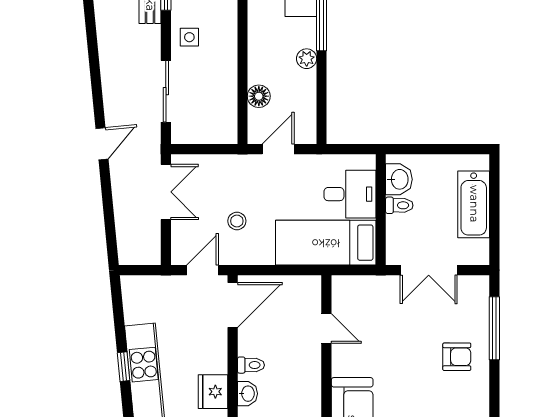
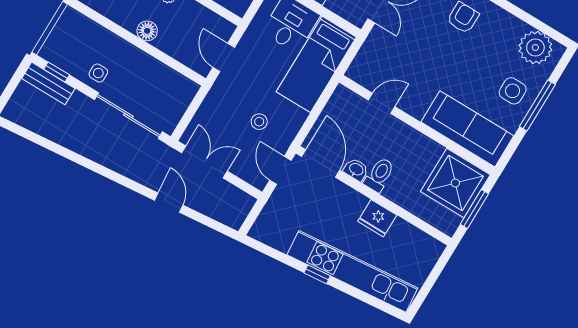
sliding door: (166, 91) -> (128, 116), width x1.37
floor lamp: (259, 96) -> (147, 31), moved
door: (102, 144) -> (169, 203), moved
toilet: (251, 365) -> (379, 175), width x1.37, depth x1.39
washbasin: (247, 394) -> (356, 170), moved

